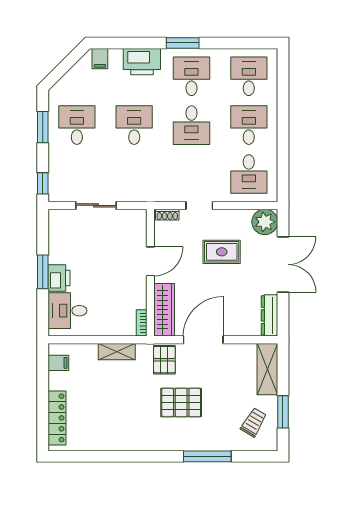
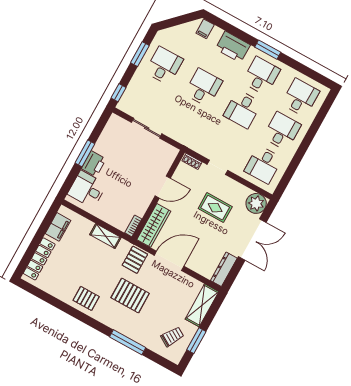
filing cabinet: (58, 363) -> (58, 227), width x2.00
pallet: (134, 433) -> (86, 298), added

